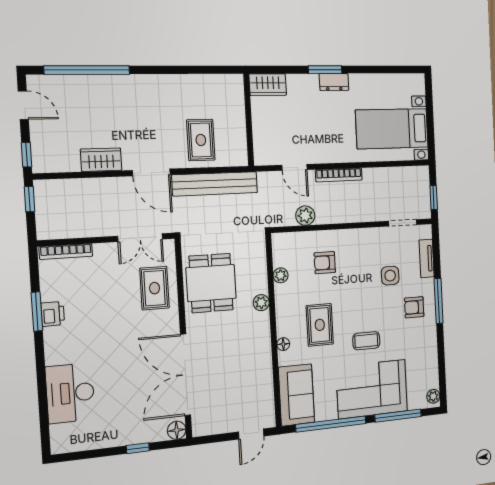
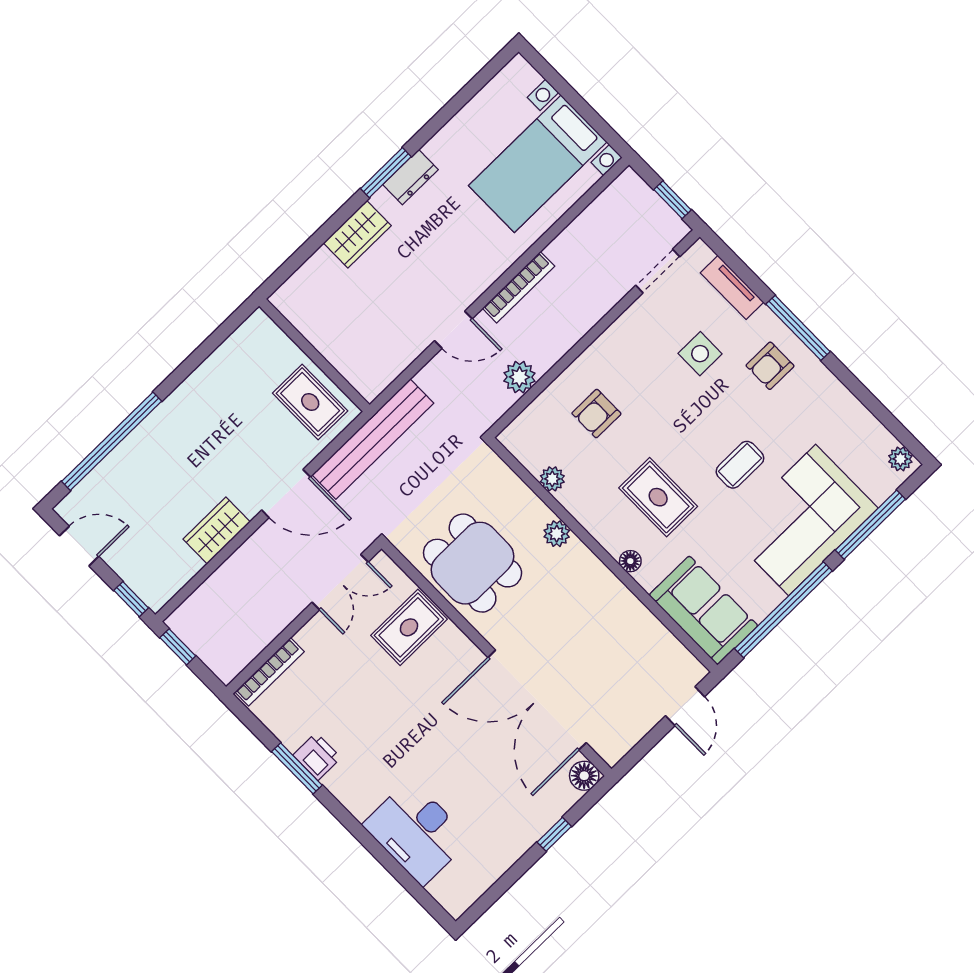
wardrobe: (268, 85) -> (357, 234), moved
wall: (249, 120) -> (314, 355), moved
rug: (155, 288) -> (409, 627), turned 90

